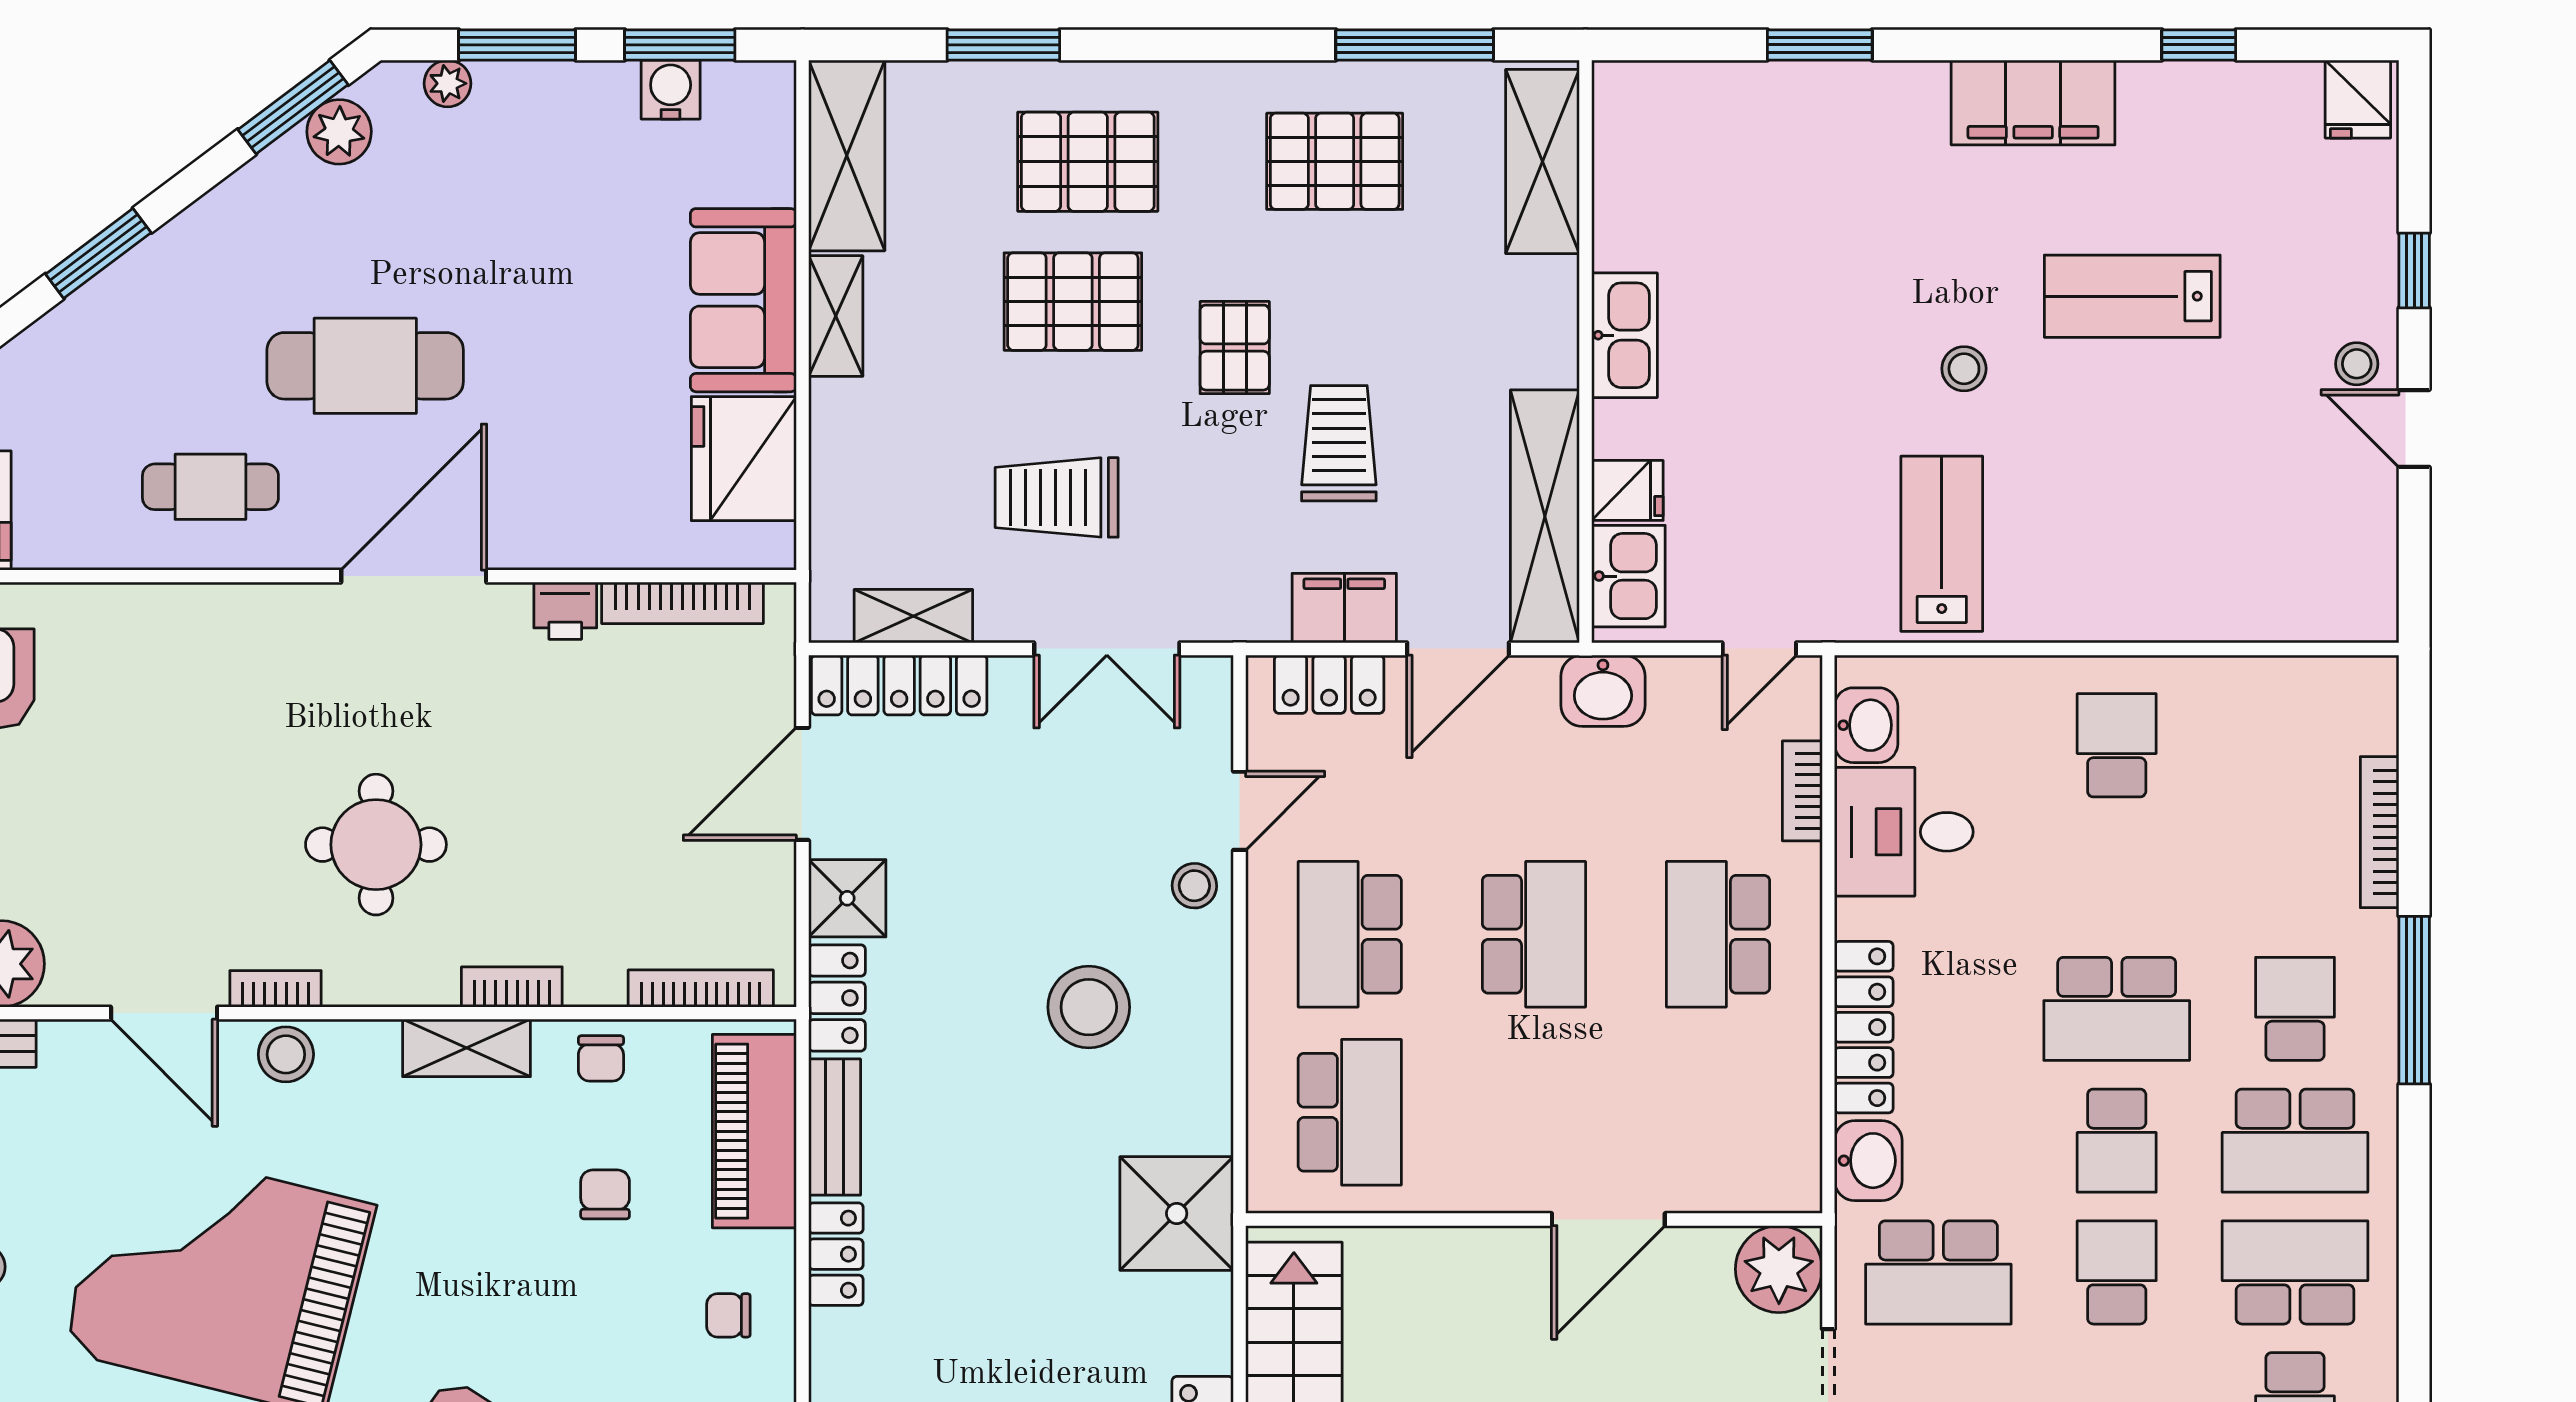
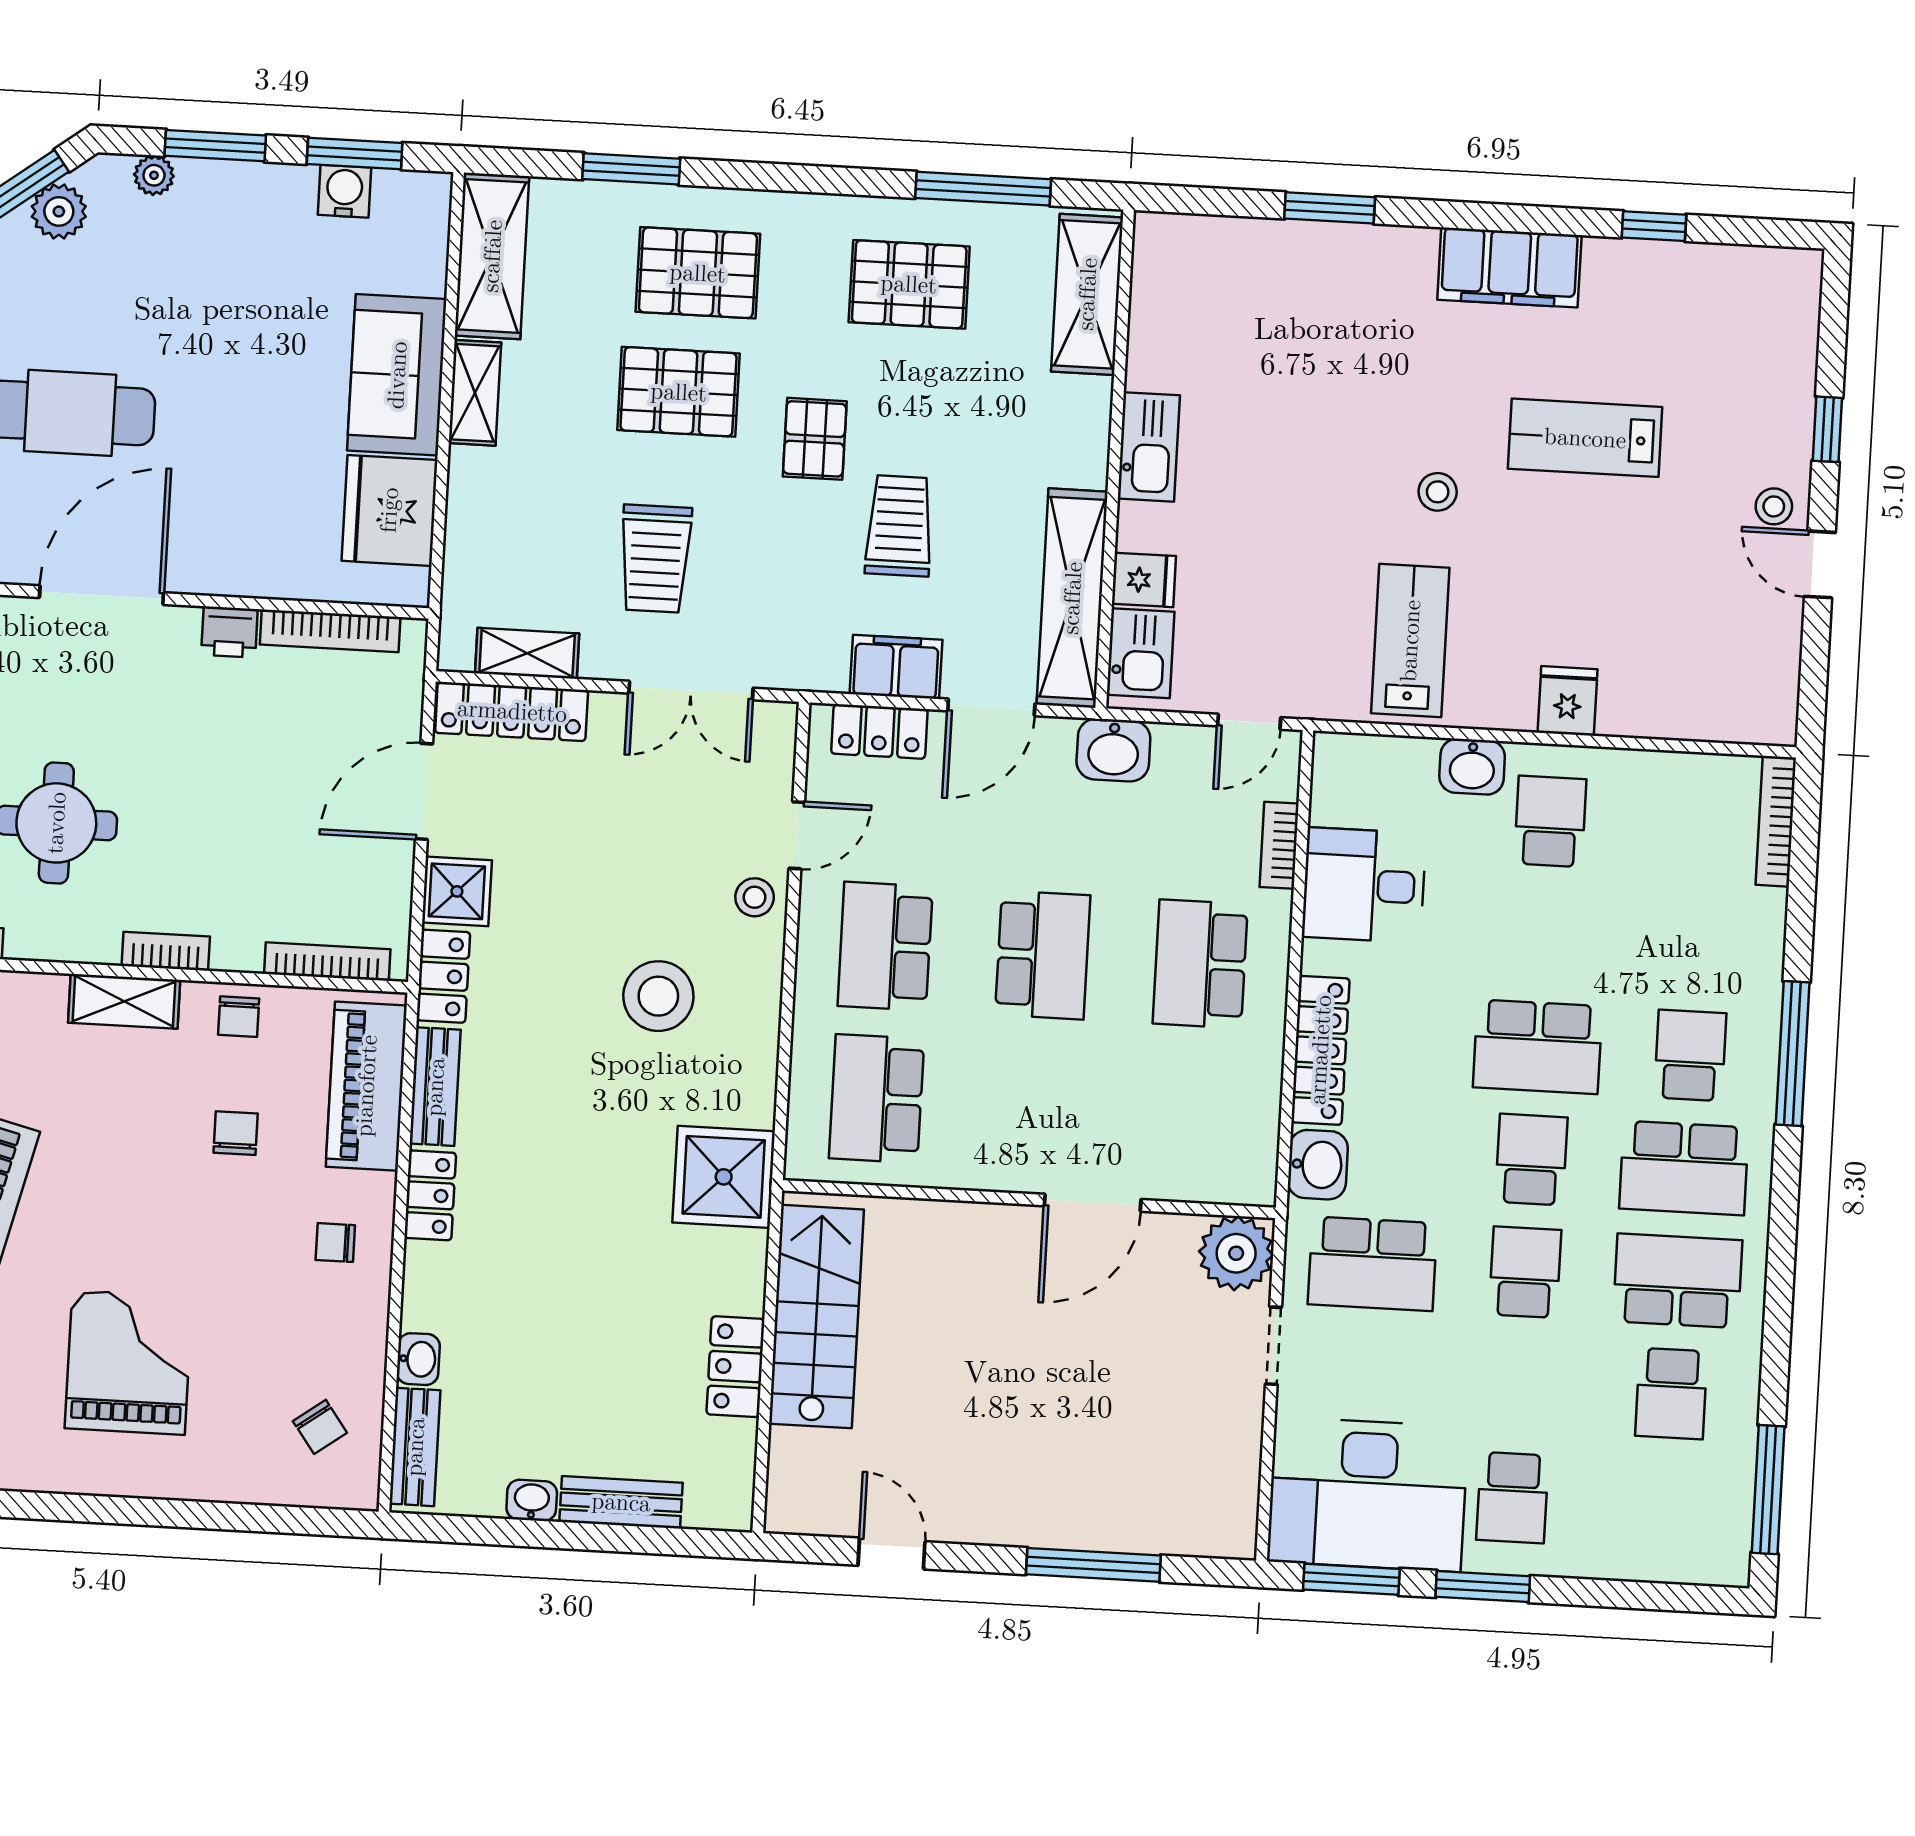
fridge: (2358, 99) -> (1568, 701), moved, turned 180
trolley: (1057, 497) -> (655, 559), turned -90
washbasin: (1866, 725) -> (1472, 767), moved, turned 90
bookcase: (2380, 832) -> (1776, 821), moved
school desk: (1350, 1112) -> (877, 1099), turned 180
school desk: (2117, 1141) -> (1531, 1160), turned 180

